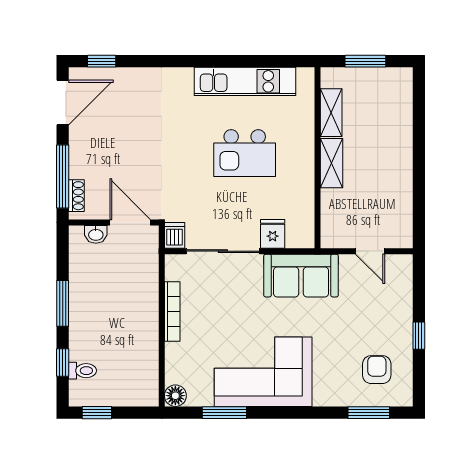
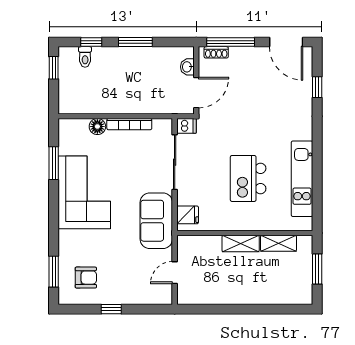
window: (102, 61) -> (317, 87), moved
fridge: (273, 234) -> (188, 215), moved
floor lamp: (175, 396) -> (97, 127), moved

